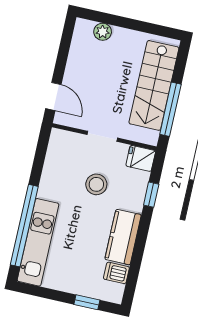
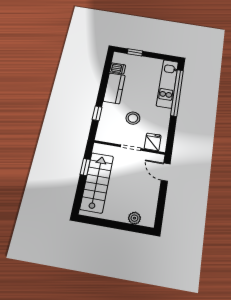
window: (170, 109) -> (85, 167), width x0.46
fridge: (141, 158) -> (153, 142), moved, turned -90

